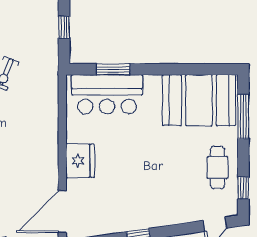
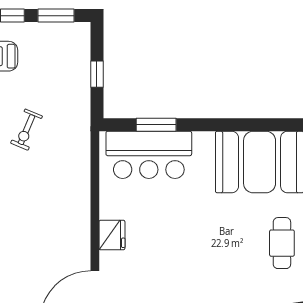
fridge: (80, 161) -> (112, 235), width x0.73, depth x0.75

